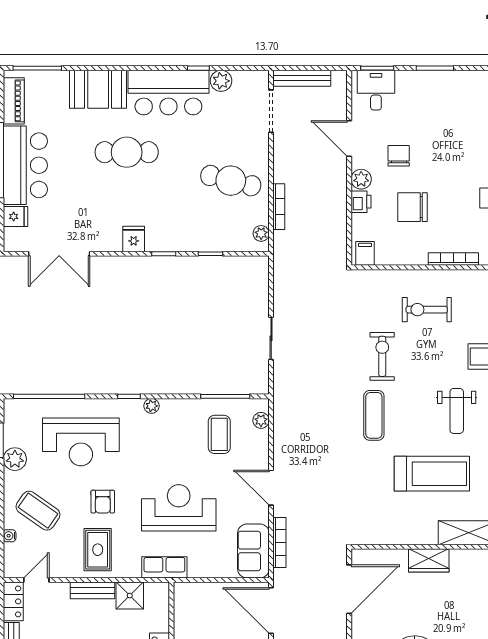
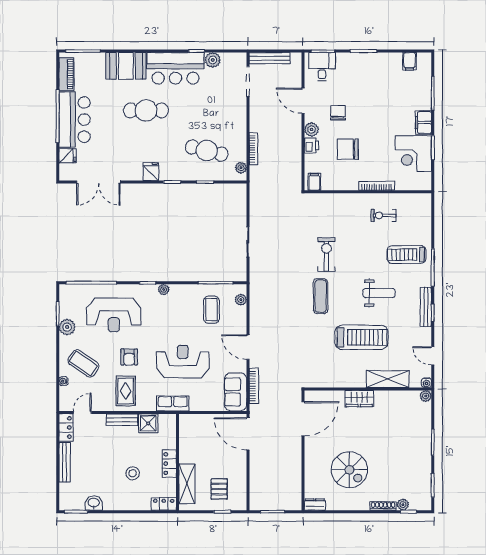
cafe table: (231, 181) -> (207, 151), moved
exercise bike: (427, 310) -> (383, 215), moved, width x0.73, depth x0.72
weight bench: (457, 411) -> (379, 293), turned -90

